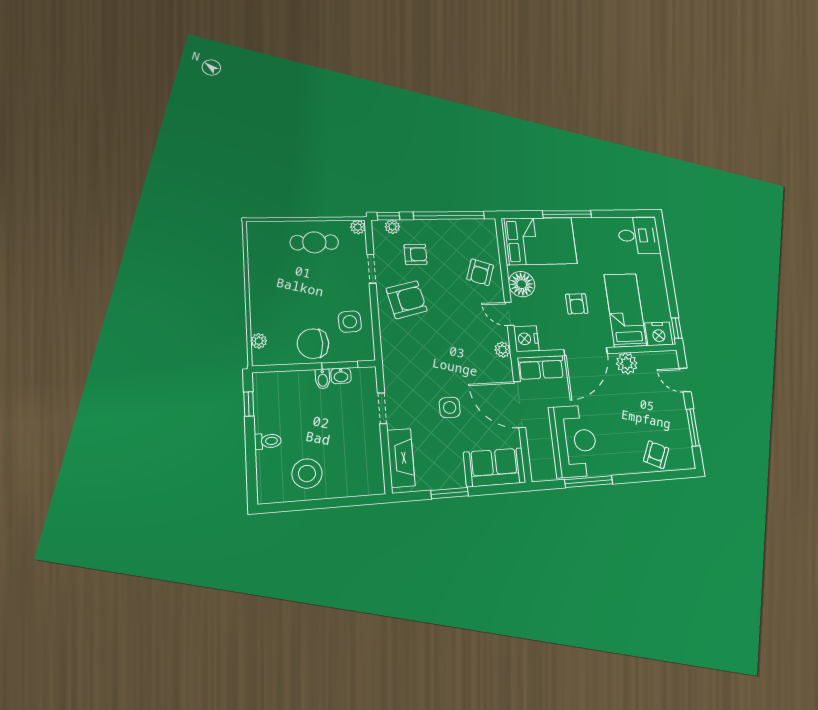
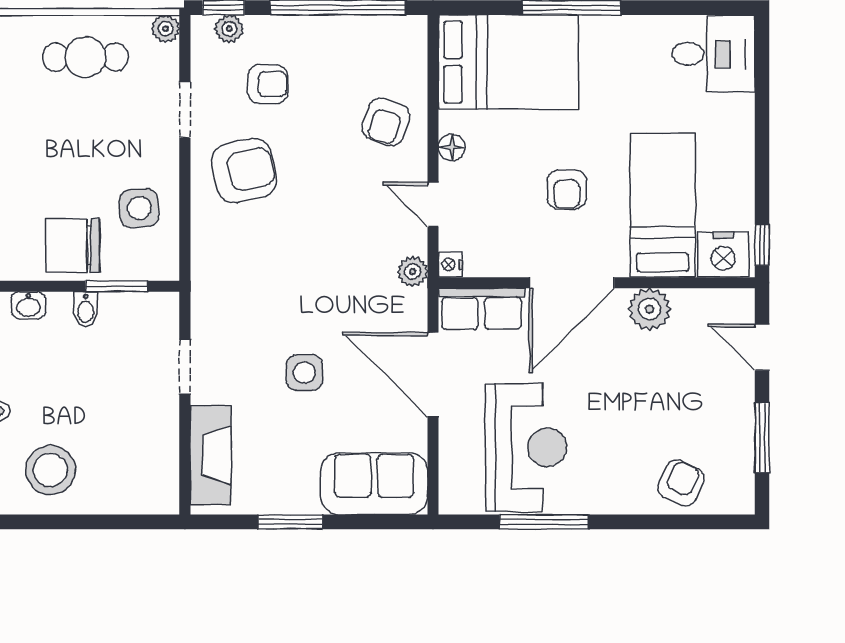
floor lamp: (522, 284) -> (452, 147), width x0.53, depth x0.53
nightstand: (526, 339) -> (450, 265), width x0.53, depth x0.56
washbasin: (341, 376) -> (28, 305), moved

